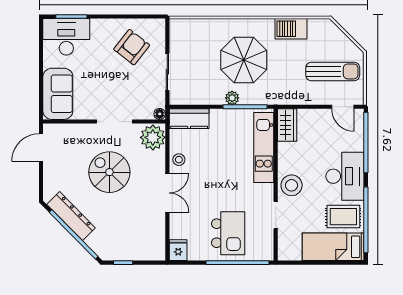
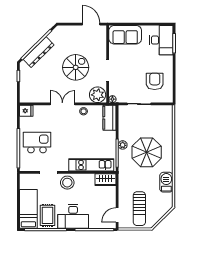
armchair: (132, 47) -> (155, 81), turned -128
double door: (167, 193) -> (62, 104), swing flipped
dresser: (71, 216) -> (39, 52), moved
kitchen island: (228, 233) -> (37, 142), turned 180

